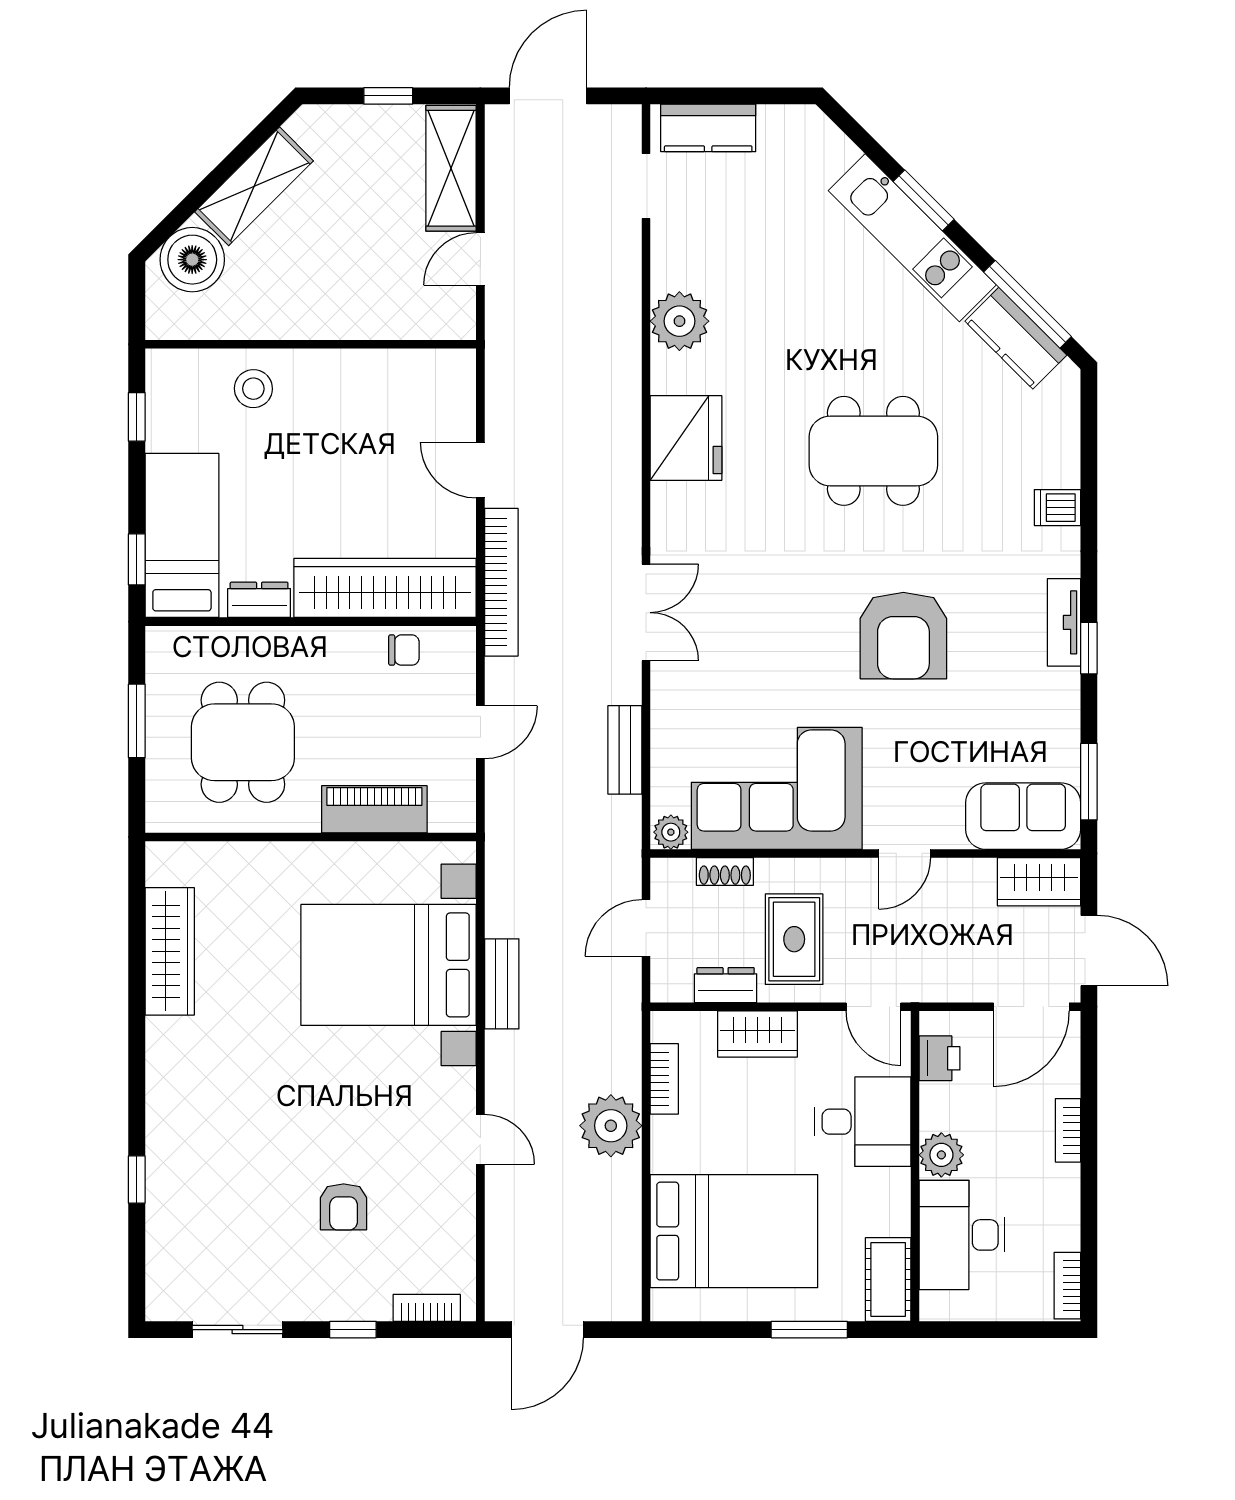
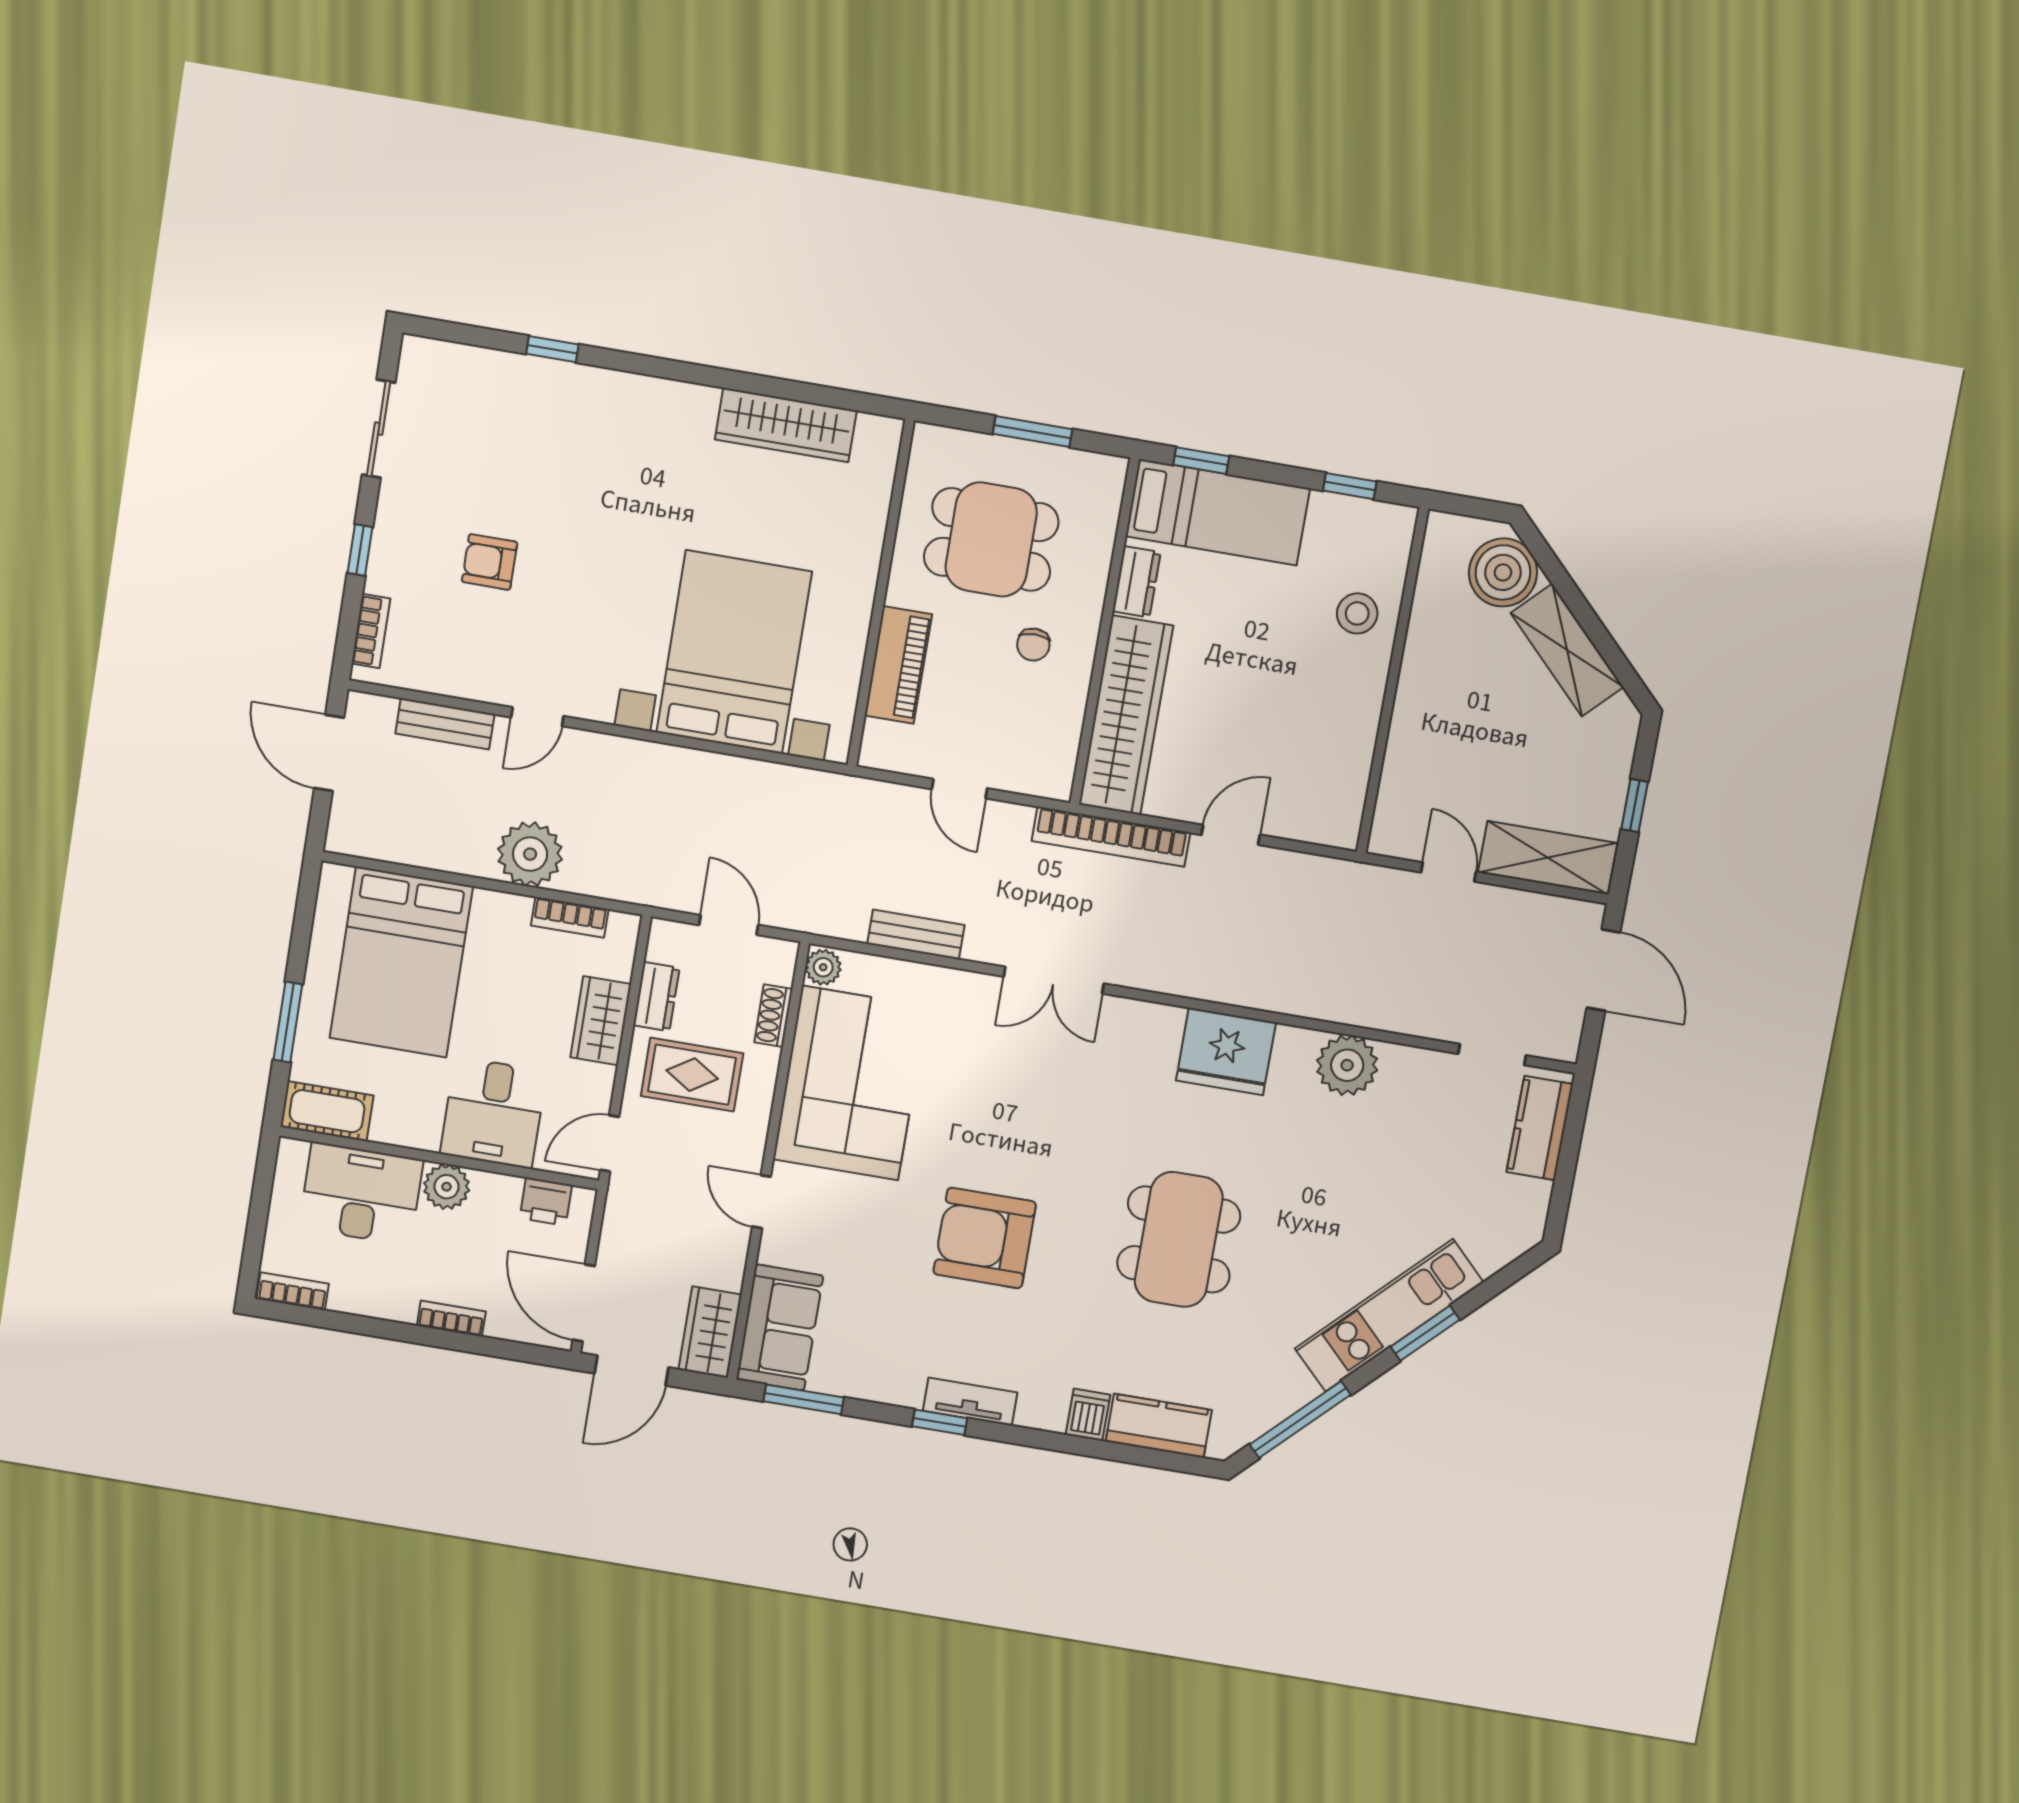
kitchen counter: (1016, 338) -> (1159, 1426), moved, turned 45
chair: (404, 650) -> (1033, 645), moved
bench: (502, 984) -> (445, 724), moved

